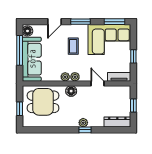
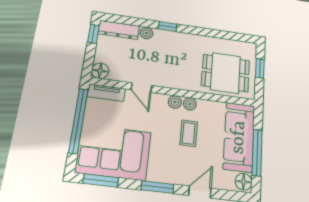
coffee table: (73, 46) -> (189, 133), moved
window: (133, 56) -> (78, 121), width x3.17
floor lamp: (71, 91) -> (100, 71), moved
window: (133, 105) -> (93, 34), moved
plant: (83, 123) -> (146, 33), moved

